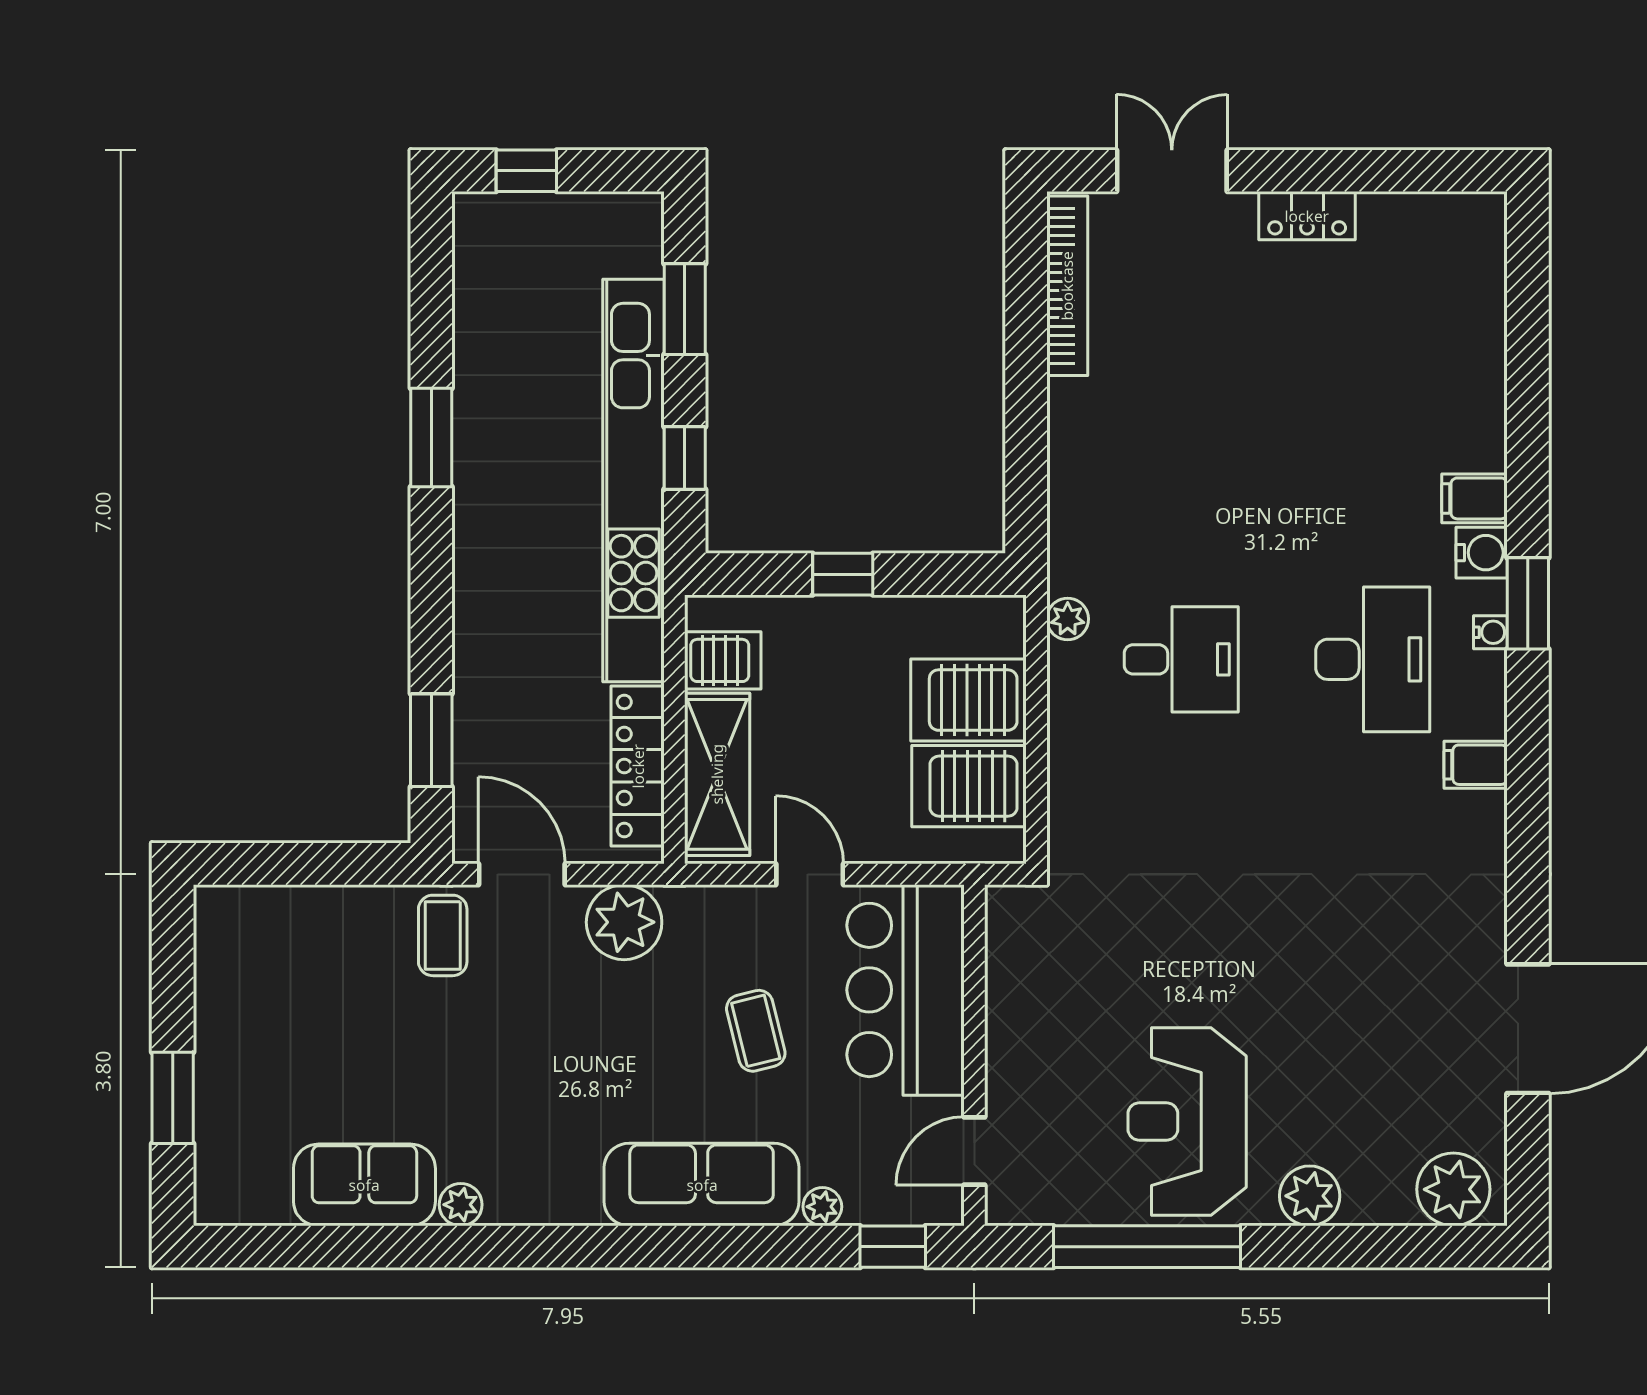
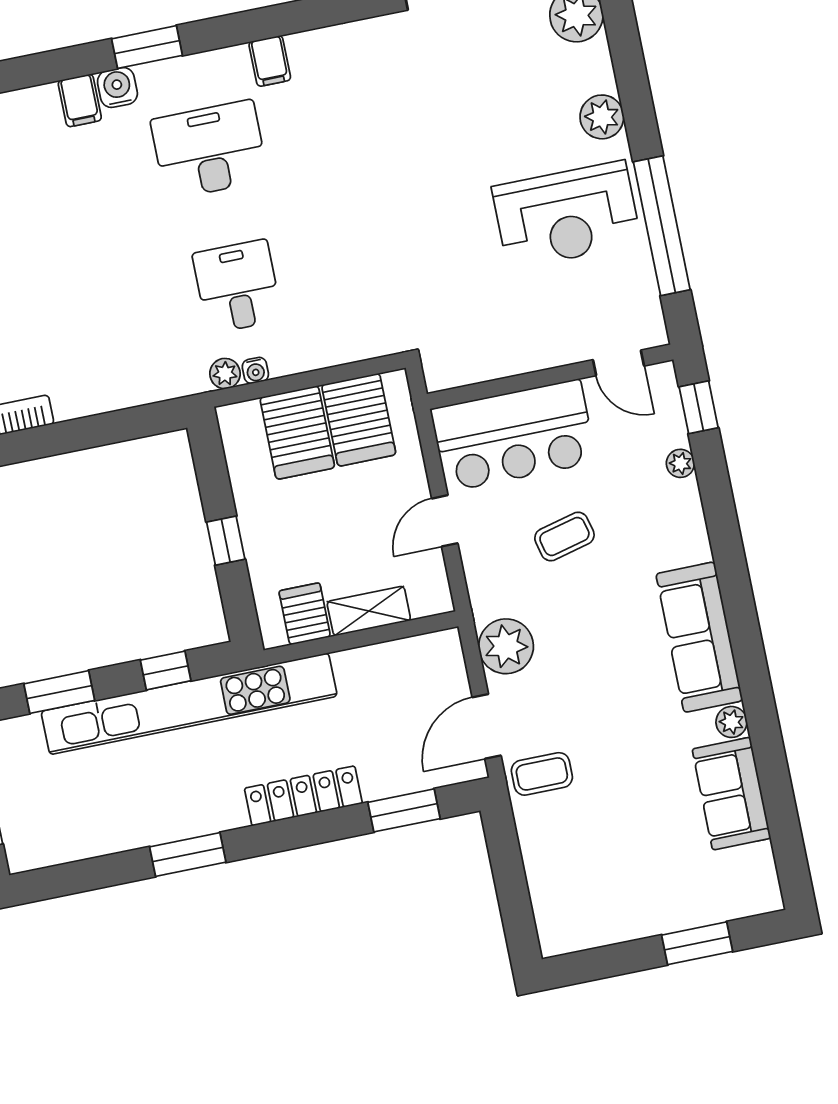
water cooler: (1490, 632) -> (255, 370), moved, turned 180
locker: (638, 766) -> (303, 796), moved, turned 180
shelving: (717, 774) -> (369, 611), width x0.67, depth x0.75
sofa: (702, 1185) -> (699, 637), moved

